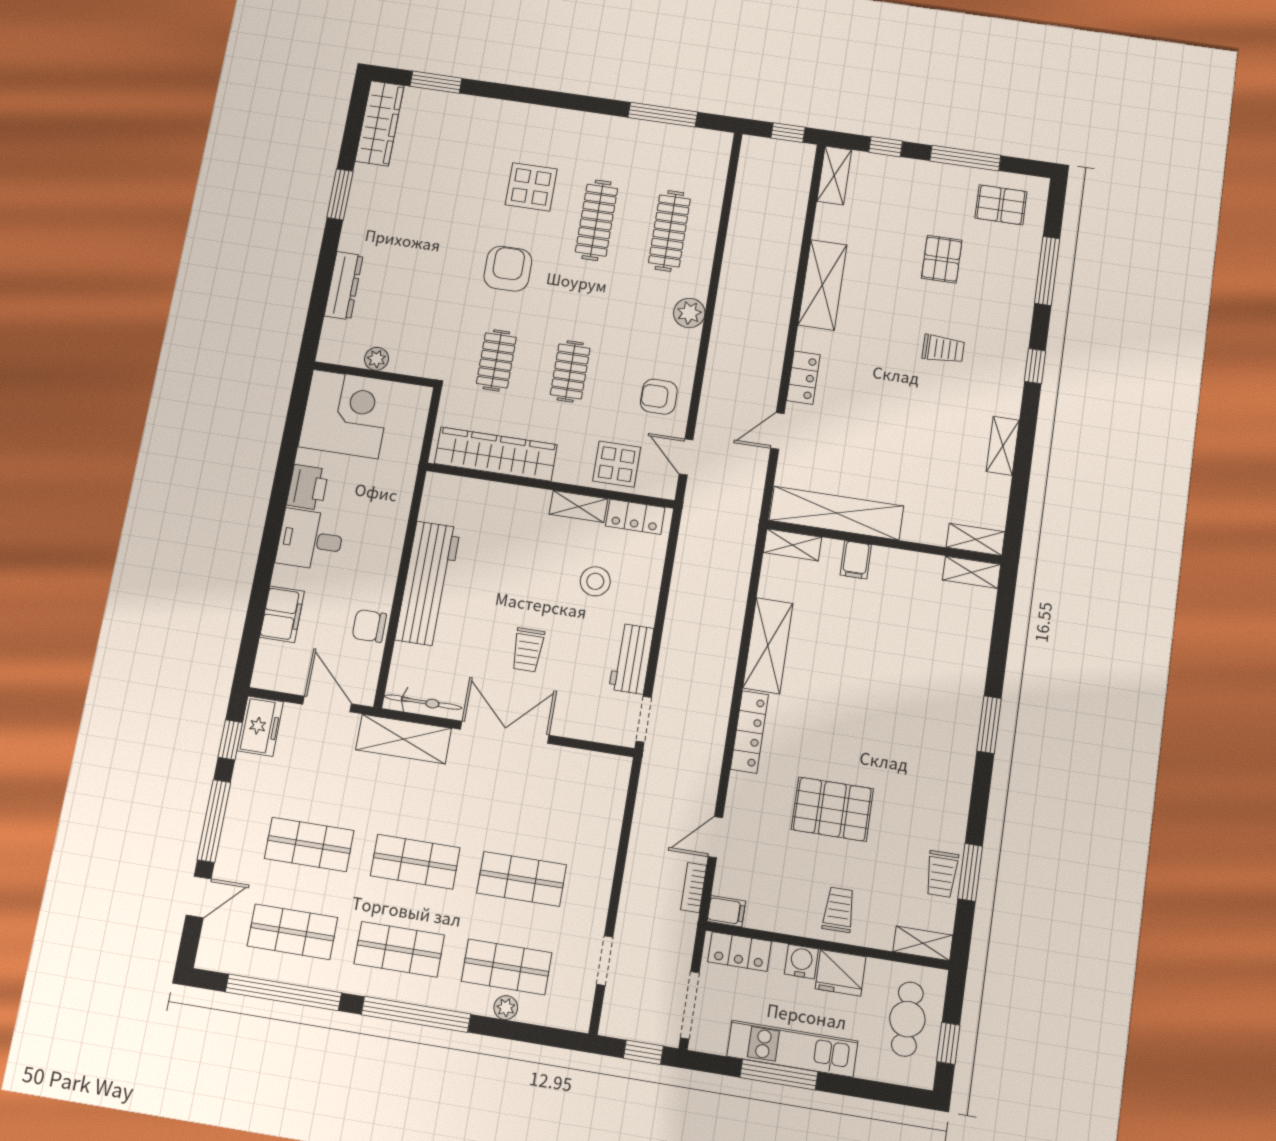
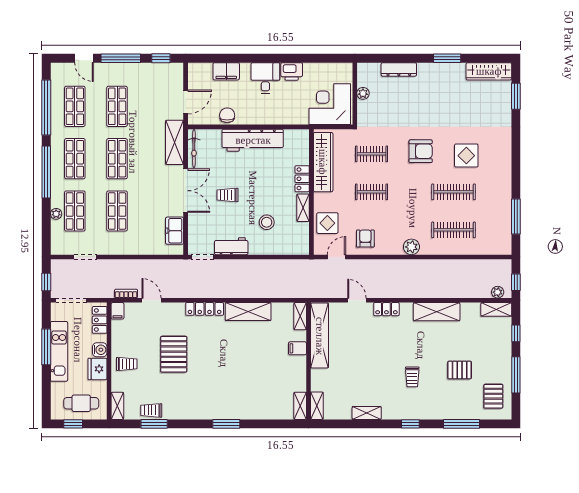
plant: (802, 168) -> (498, 292), added
corner desk: (345, 414) -> (330, 104), moved, turned 180
locker: (635, 517) -> (302, 179), moved
freezer: (260, 726) -> (175, 231), moved, turned 90

